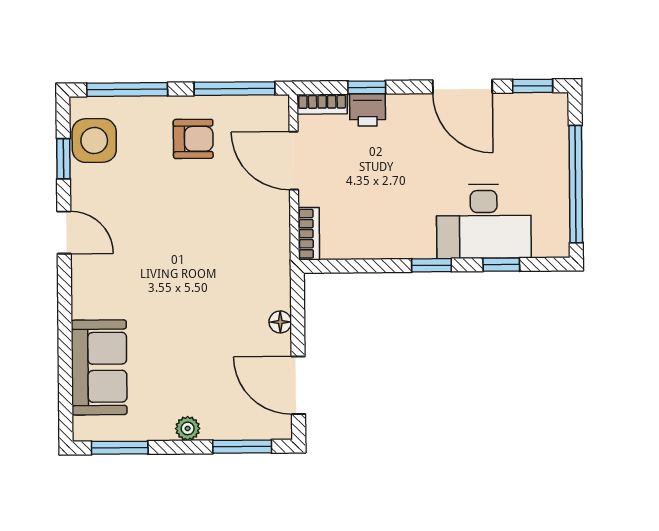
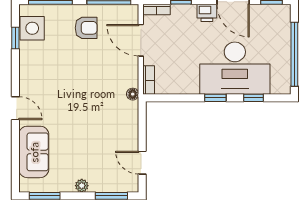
printer: (368, 110) -> (207, 13), moved
desk: (484, 221) -> (235, 68), width x1.36, depth x1.30
door: (64, 233) -> (15, 108), moved
floor lamp: (280, 322) -> (133, 94), moved
door: (298, 385) -> (142, 163), width x0.73

